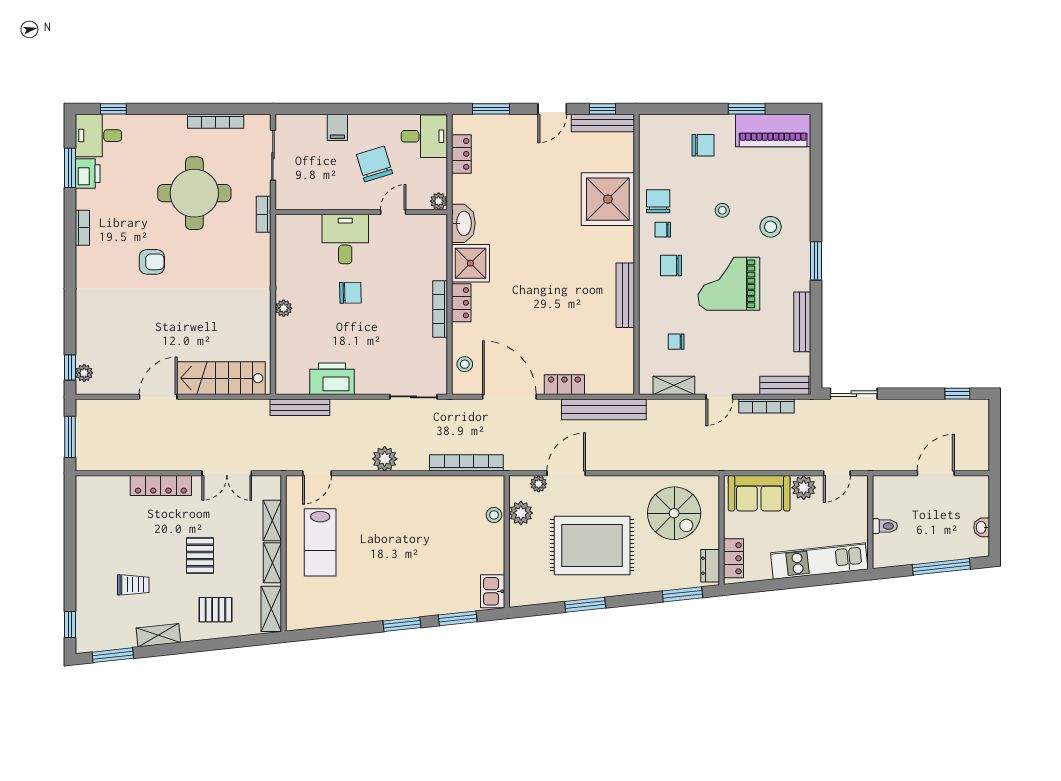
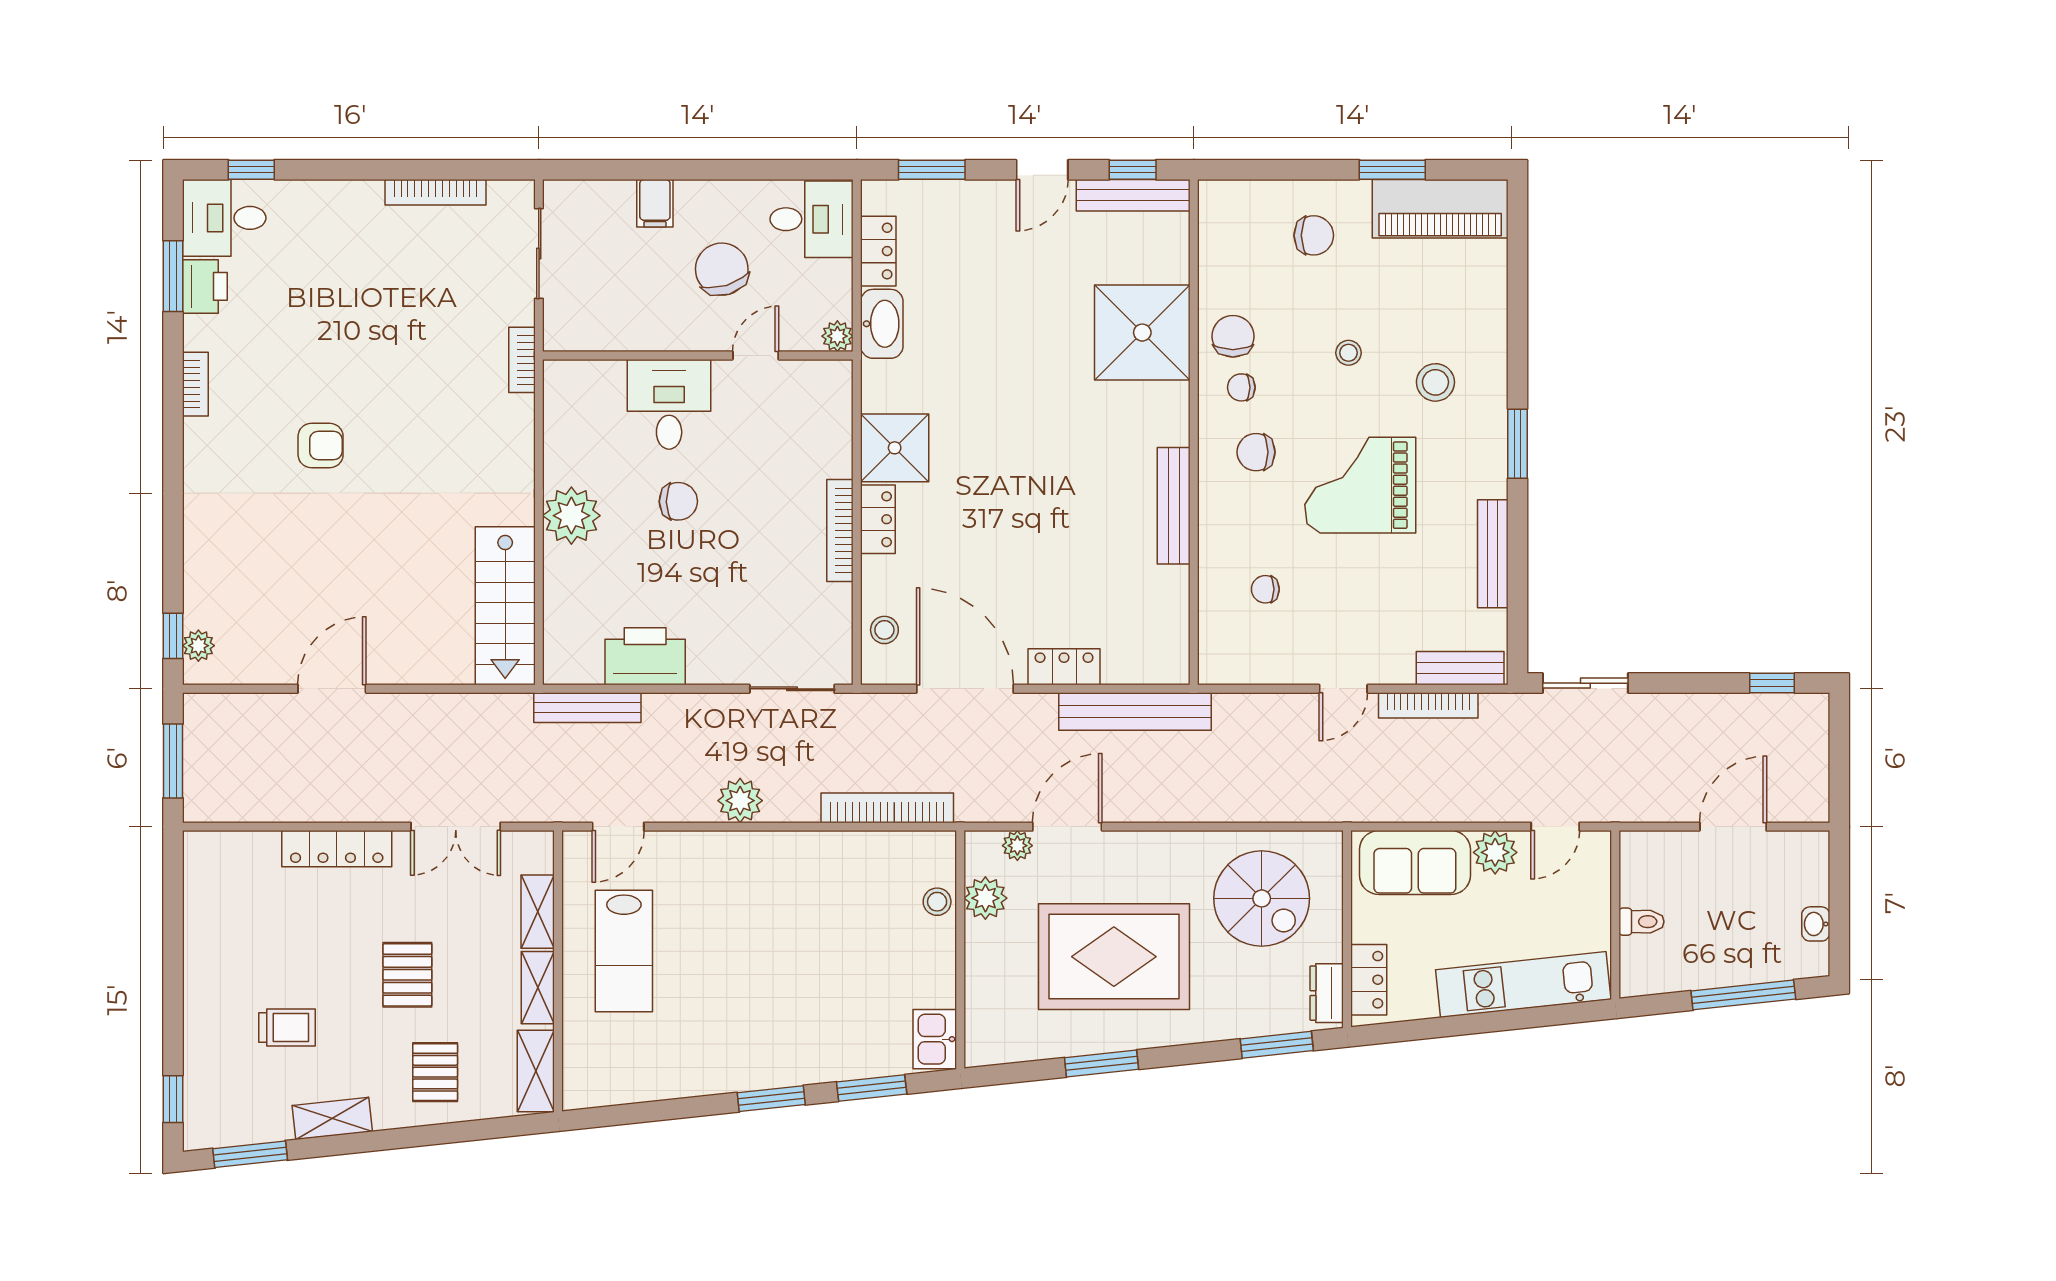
round table: (194, 193) -> (397, 322), removed
washbasin: (463, 223) -> (882, 324), moved
plant: (284, 308) -> (571, 516), width x1.88, depth x1.88
stairs: (221, 378) -> (505, 606), moved, turned -90
shelving: (674, 385) -> (1261, 668), removed
pallet: (215, 610) -> (435, 1072), turned 90

